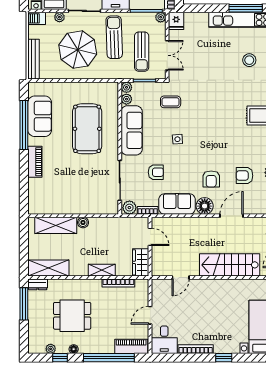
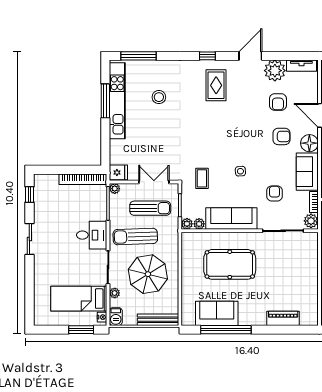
piano: (35, 162) -> (283, 318), moved

